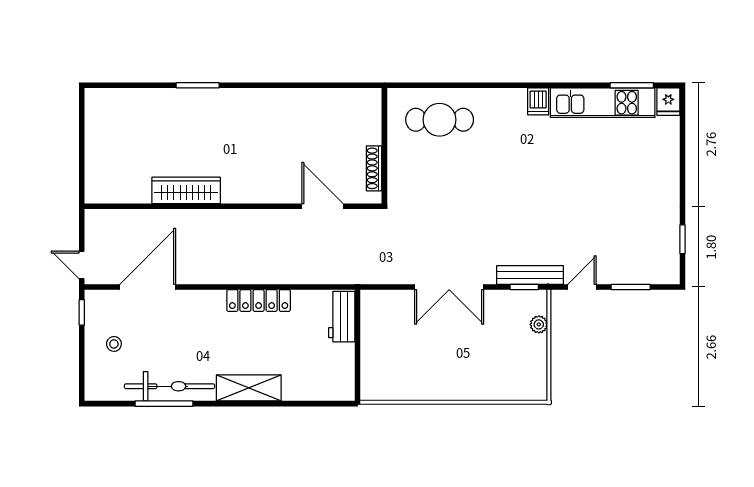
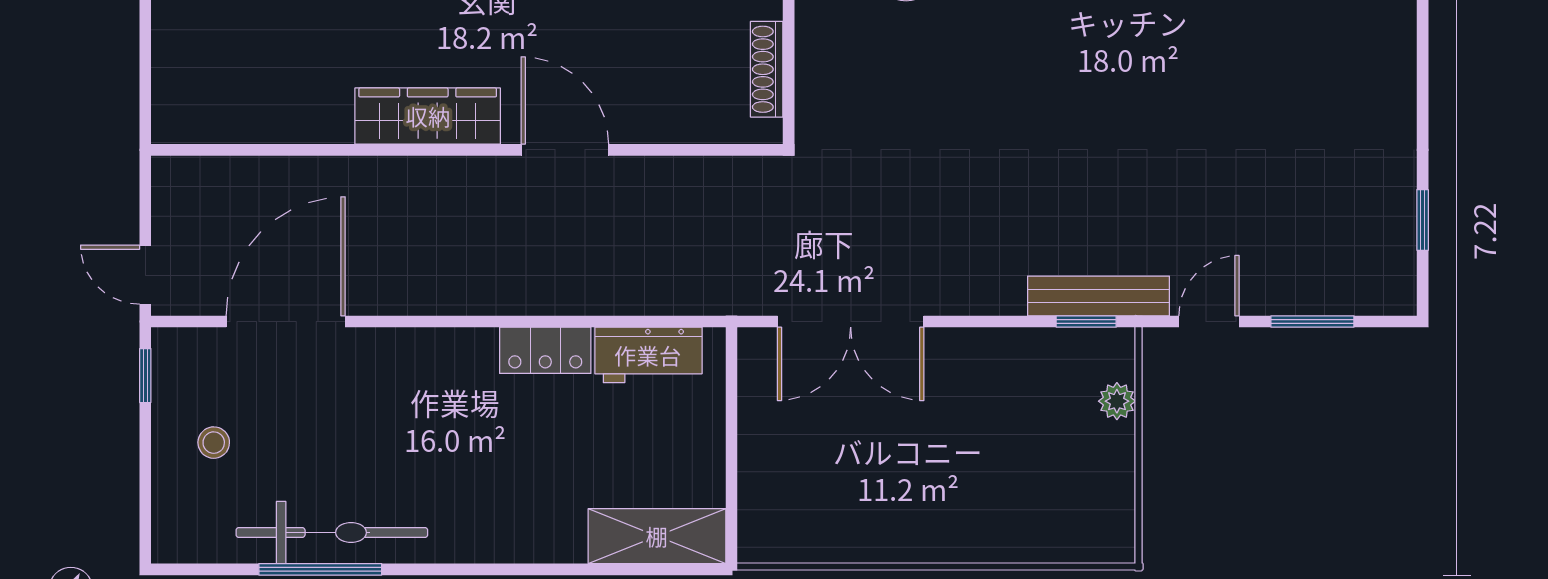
wardrobe: (186, 190) -> (428, 116), moved
door: (322, 206) -> (565, 150), moved
double door: (449, 287) -> (851, 322), moved
locker: (259, 301) -> (545, 350), width x0.66
workbench: (342, 317) -> (648, 355), moved, turned -90
shelving: (249, 388) -> (657, 536), moved

